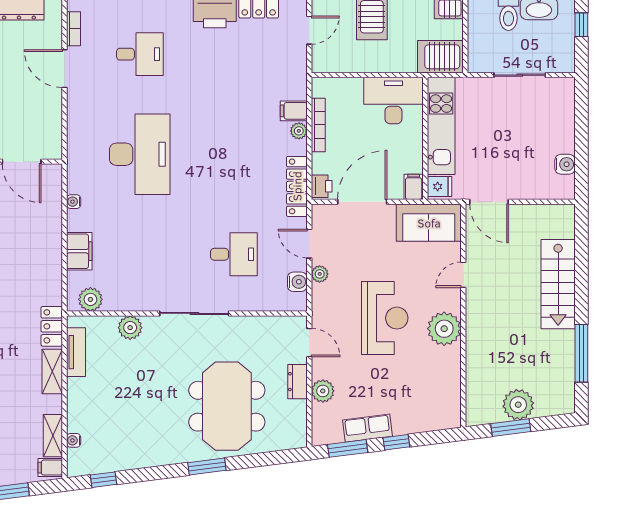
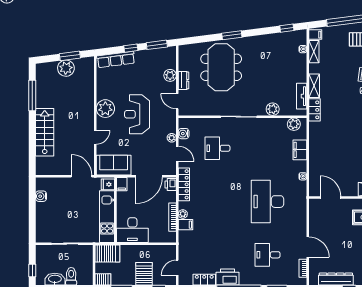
row of seats: (367, 428) -> (116, 60), moved, width x1.48

